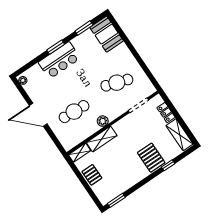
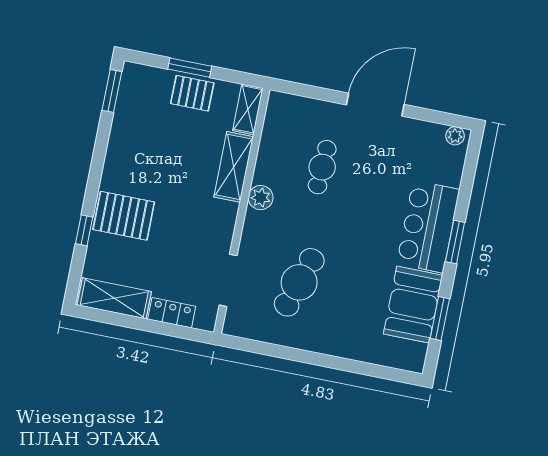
booth: (107, 34) -> (413, 305), moved, turned 90
cafe table: (74, 112) -> (322, 167), width x0.73, depth x0.74
window: (85, 184) -> (190, 68), added

